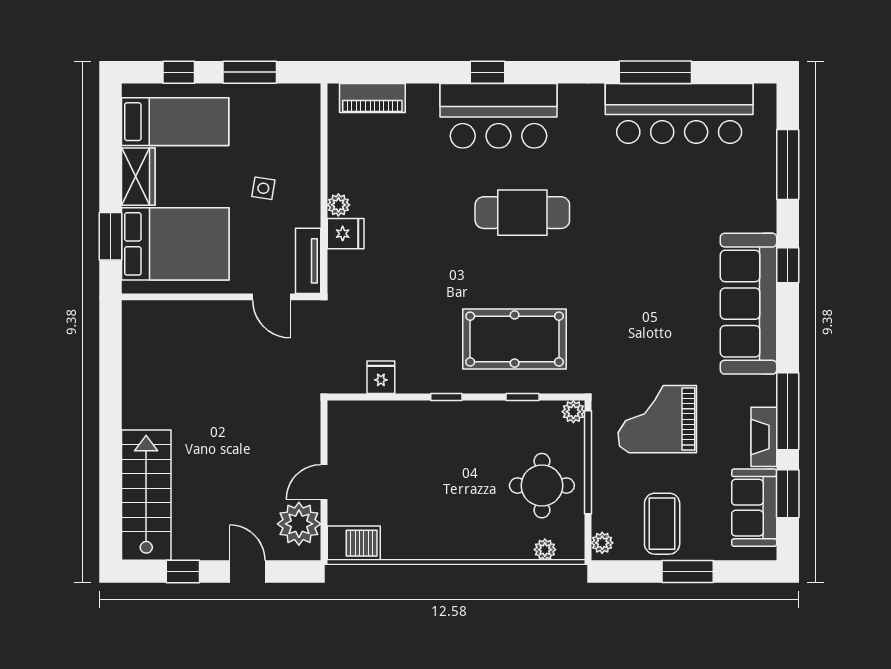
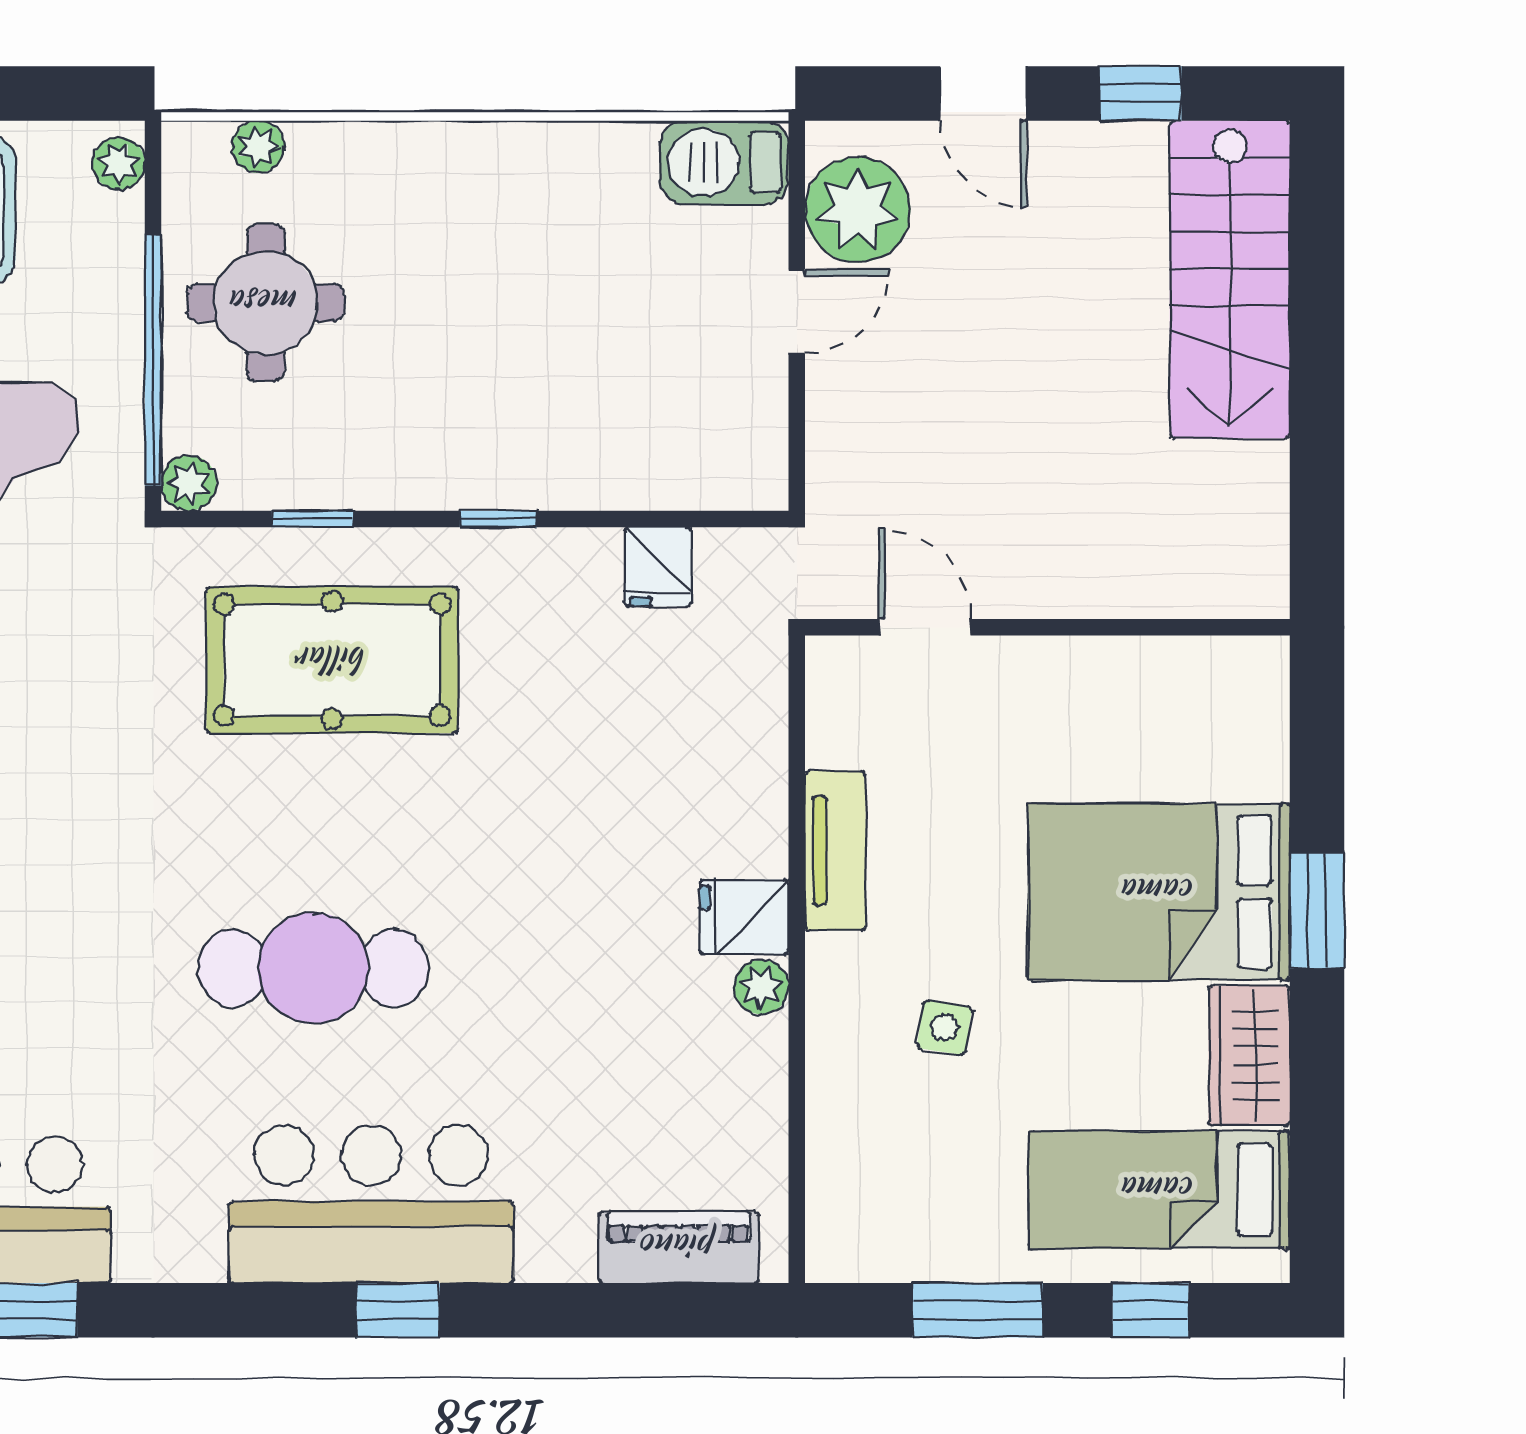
wall: (221, 297) -> (1047, 627), moved
door: (271, 297) -> (925, 627), moved

